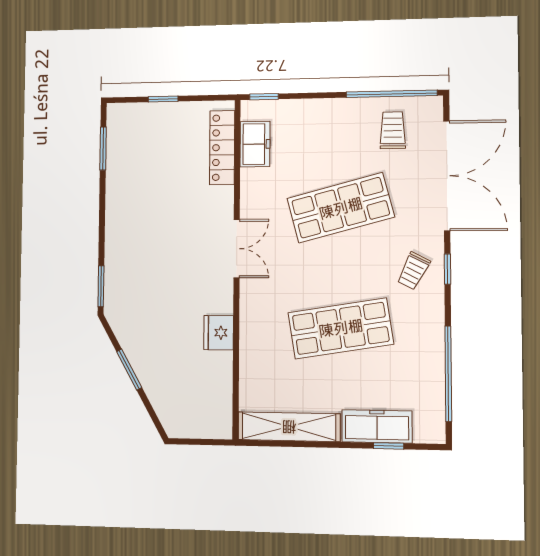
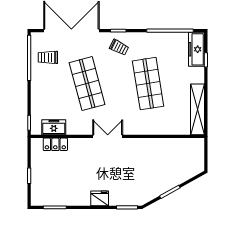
locker: (222, 148) -> (55, 144), width x0.66
fridge: (219, 333) -> (100, 198), moved, turned 180
freezer: (377, 426) -> (196, 49), moved

